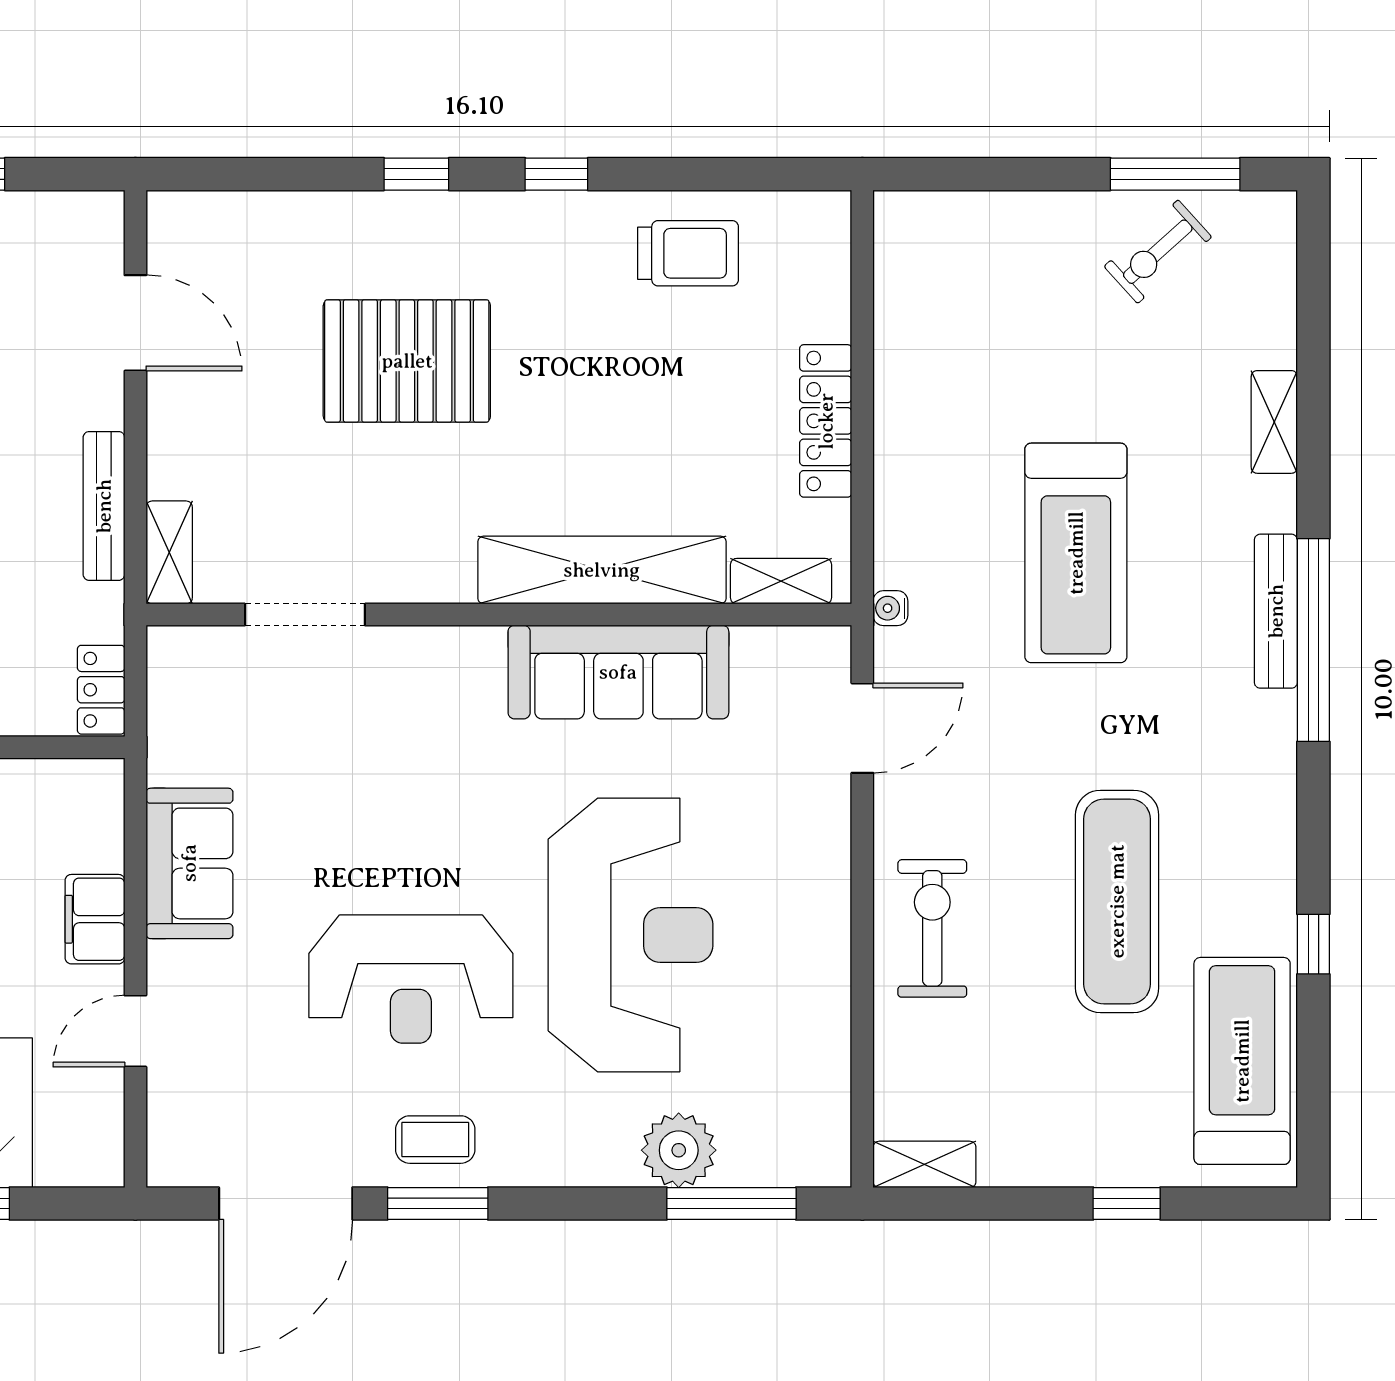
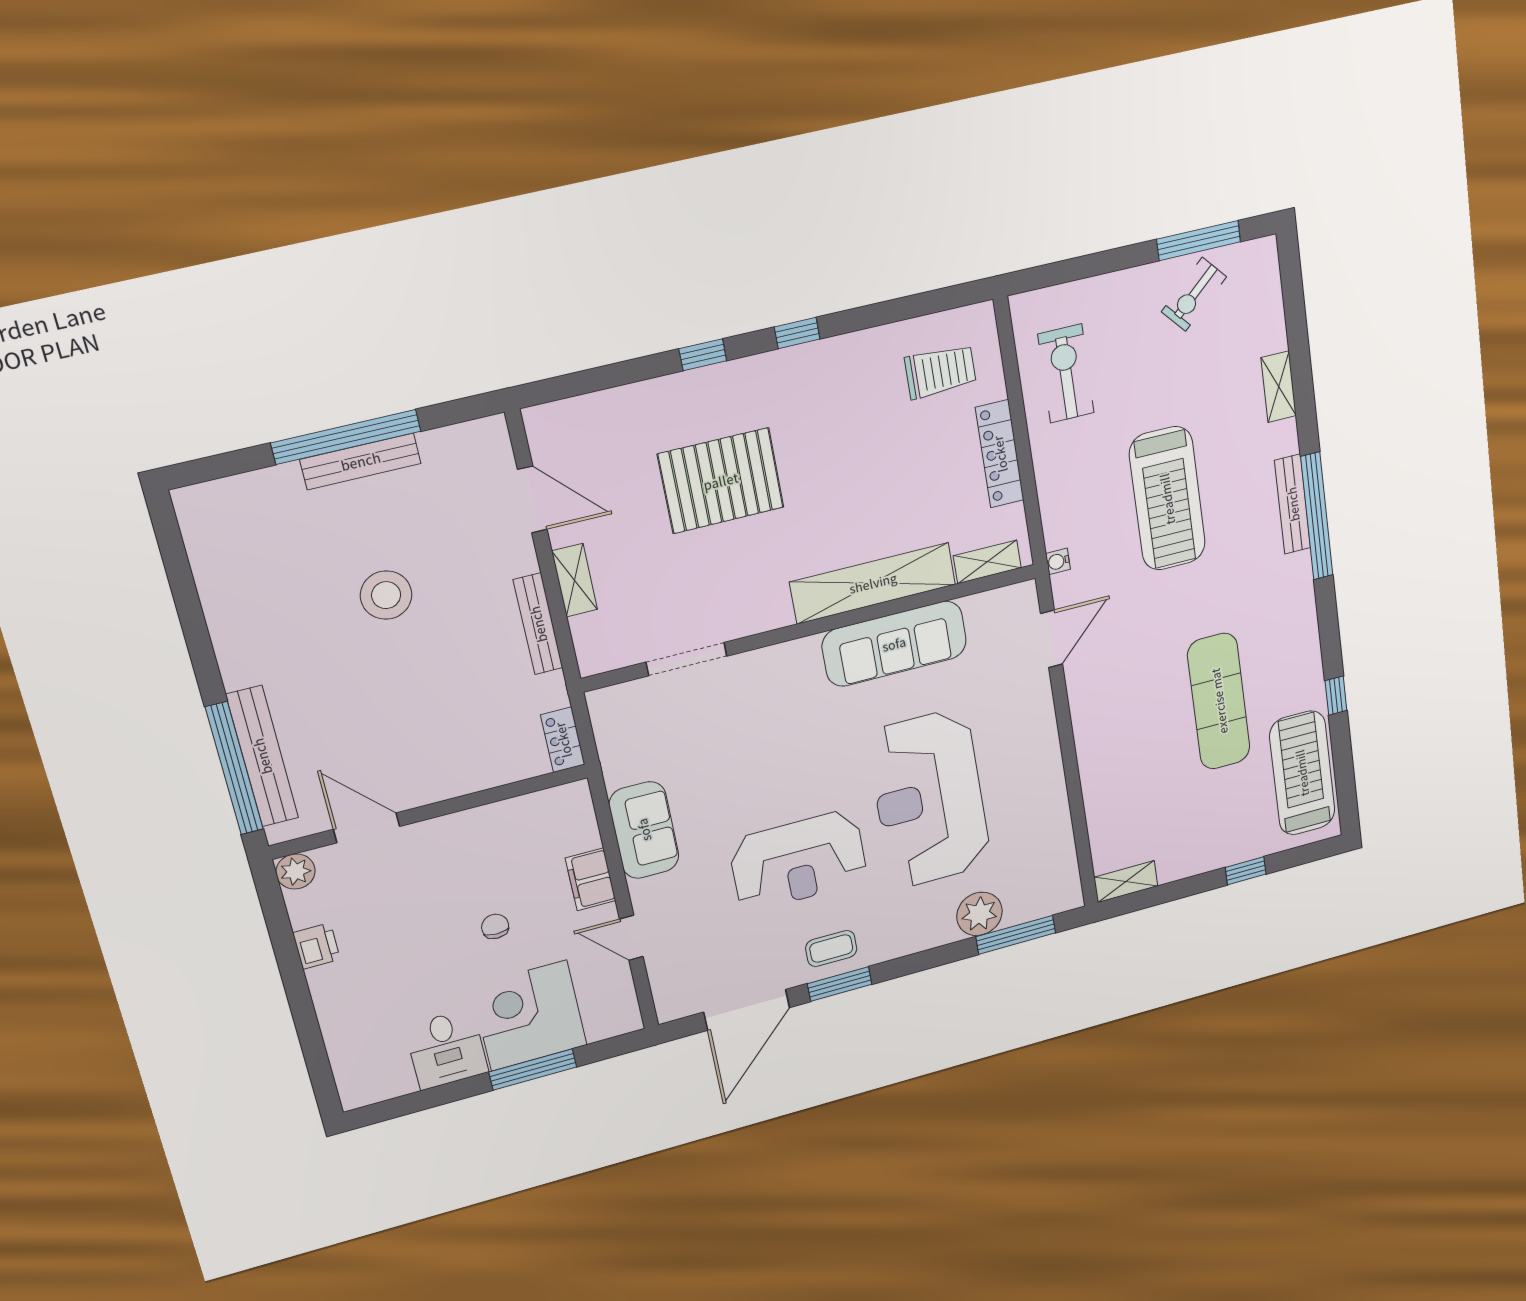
trolley: (688, 253) -> (940, 371), moved
shelving: (169, 552) -> (575, 580), moved
exercise bike: (932, 928) -> (1066, 374), moved
reception desk: (630, 935) -> (929, 799), turned 180
door: (135, 1031) -> (631, 938), hinge flipped

